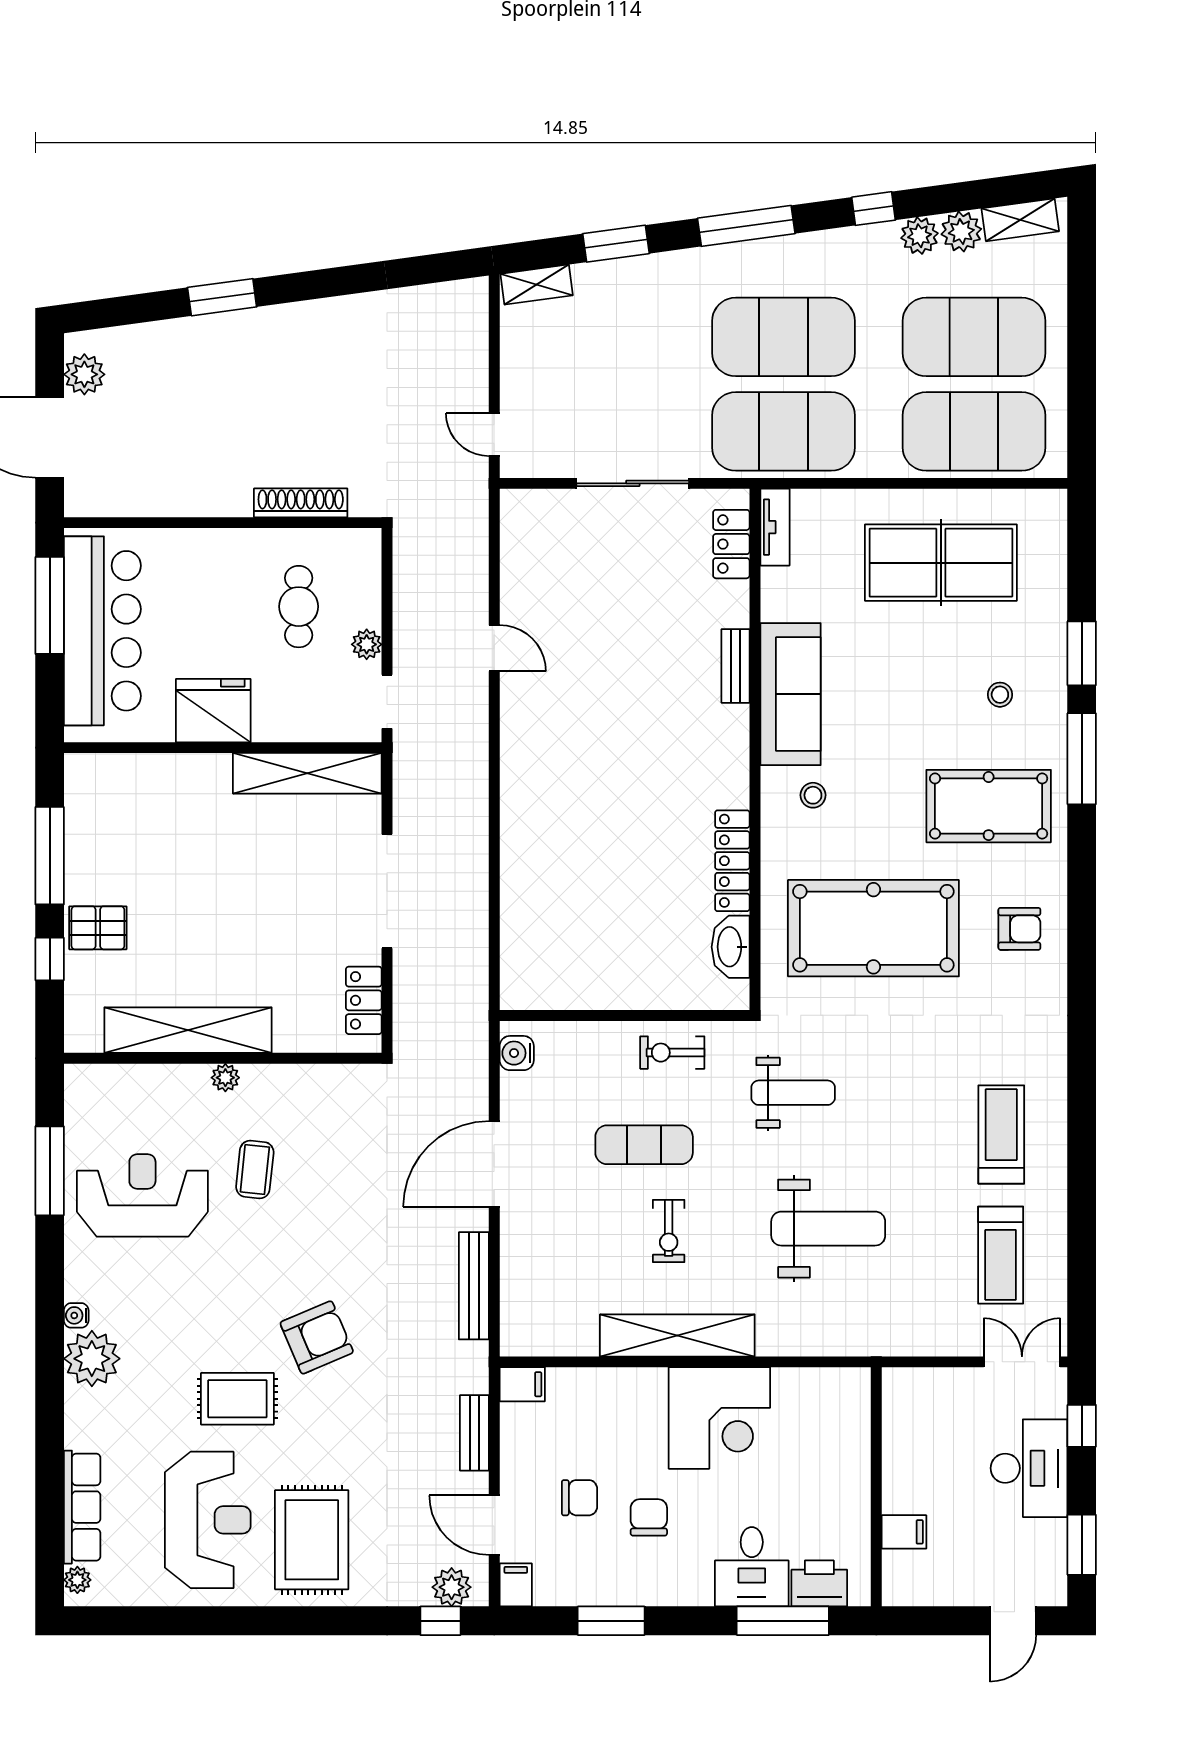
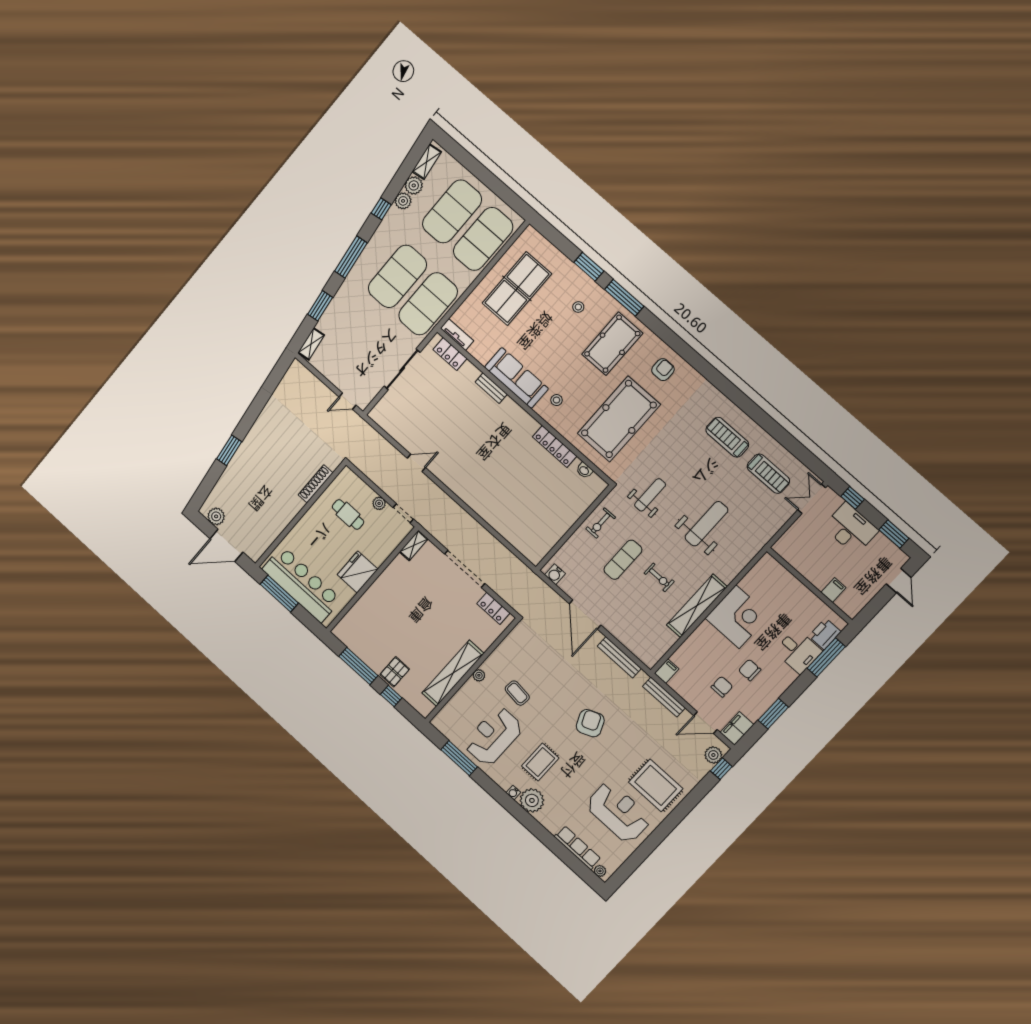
shelving: (307, 773) -> (414, 545), width x0.45, depth x0.75
washbasin: (731, 947) -> (584, 470), width x0.52, depth x0.69
rug: (237, 1399) -> (540, 762), moved
bench: (474, 1433) -> (664, 697), width x1.36
filing cabinet: (516, 1585) -> (737, 728), width x2.00

